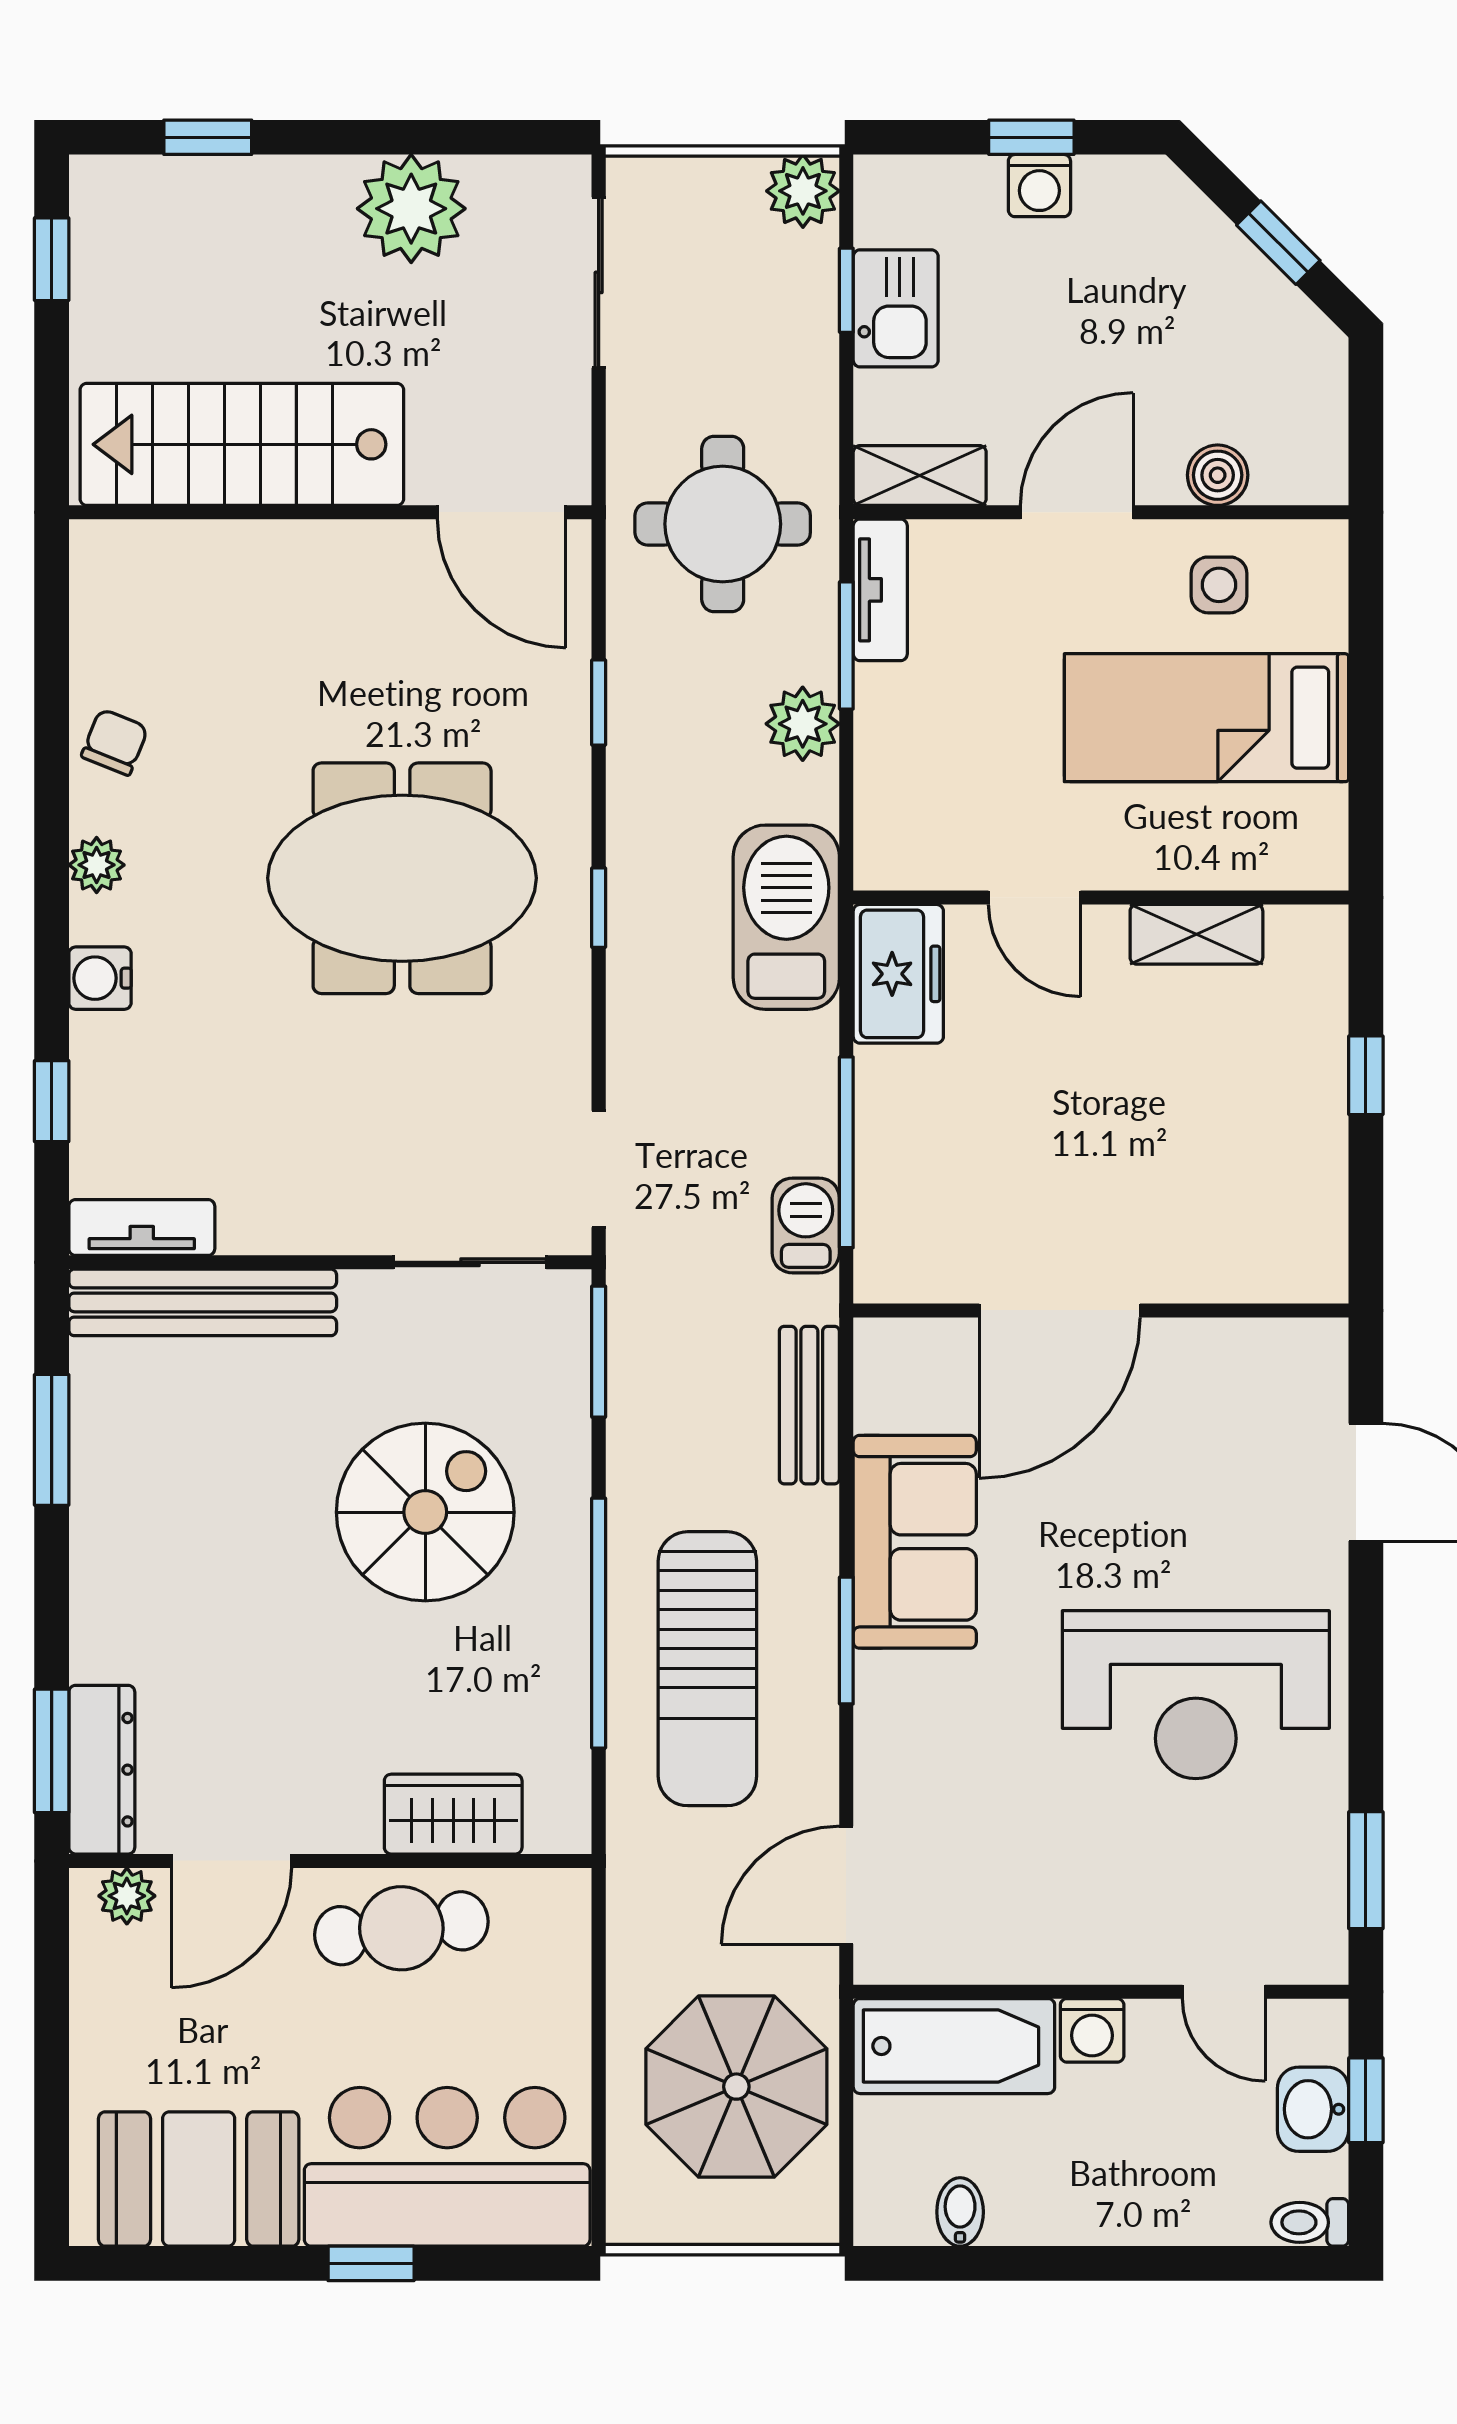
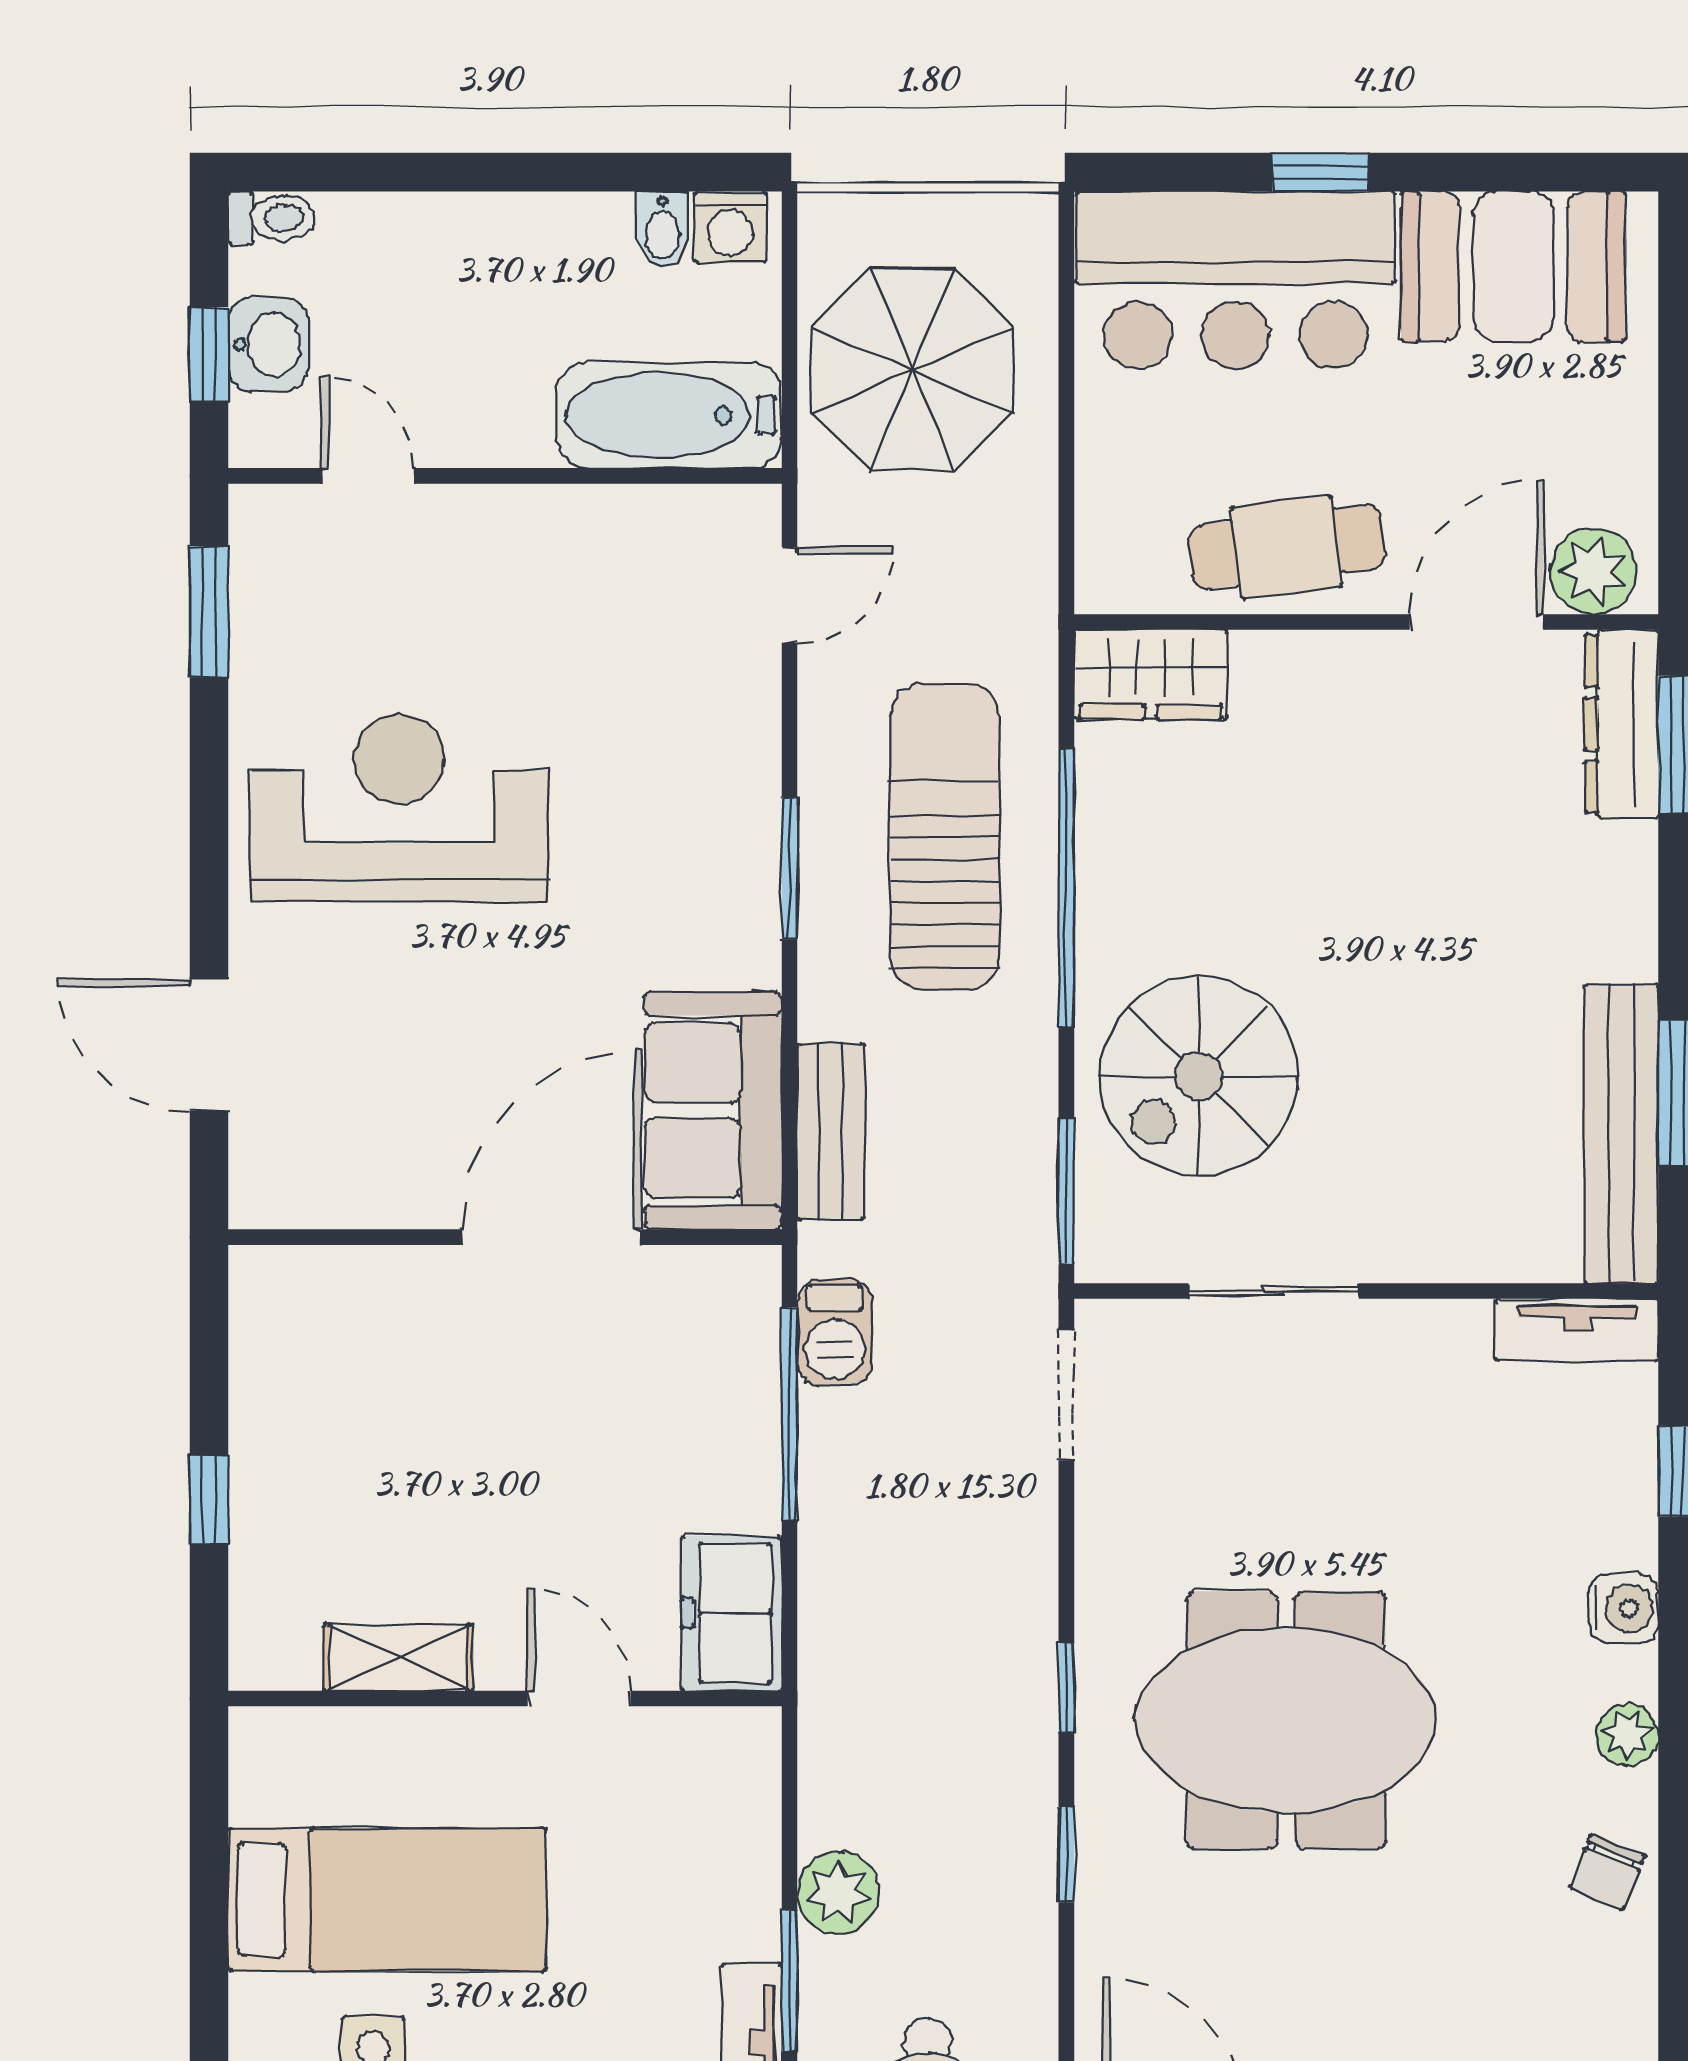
window: (599, 703) -> (1066, 1855), moved
barbecue: (786, 917) -> (857, 1677), removed
sliding door: (470, 1262) -> (1274, 1291), moved
bench: (203, 1302) -> (1621, 1134), moved, turned 90
spiral stairs: (425, 1512) -> (1199, 1076), moved
sofa: (915, 1542) -> (713, 1111), moved
wardrobe: (453, 1814) -> (1151, 674), moved
door: (846, 1885) -> (790, 595), width x0.73
plant: (127, 1896) -> (1594, 571), width x1.38, depth x1.38
washing machine: (1092, 2030) -> (730, 227), moved, turned 180

